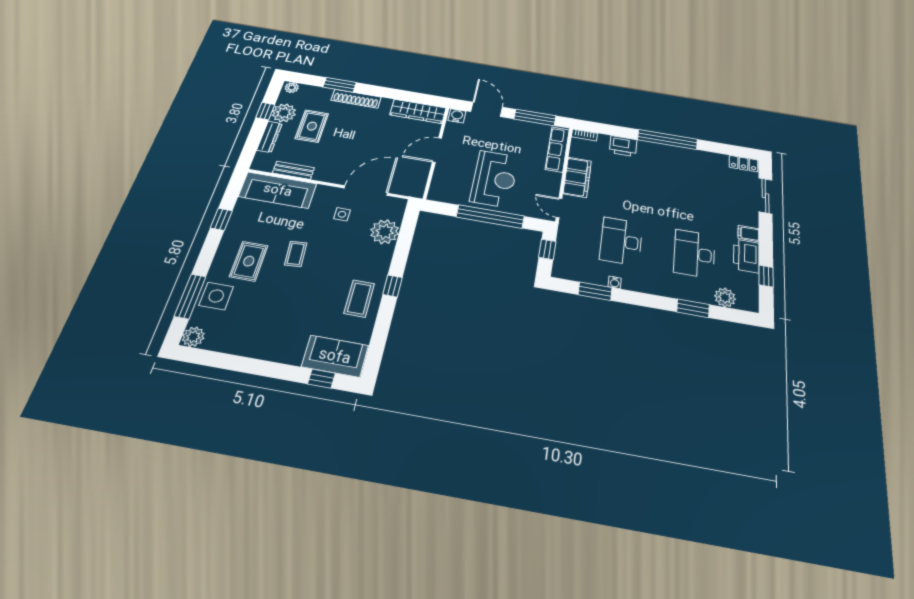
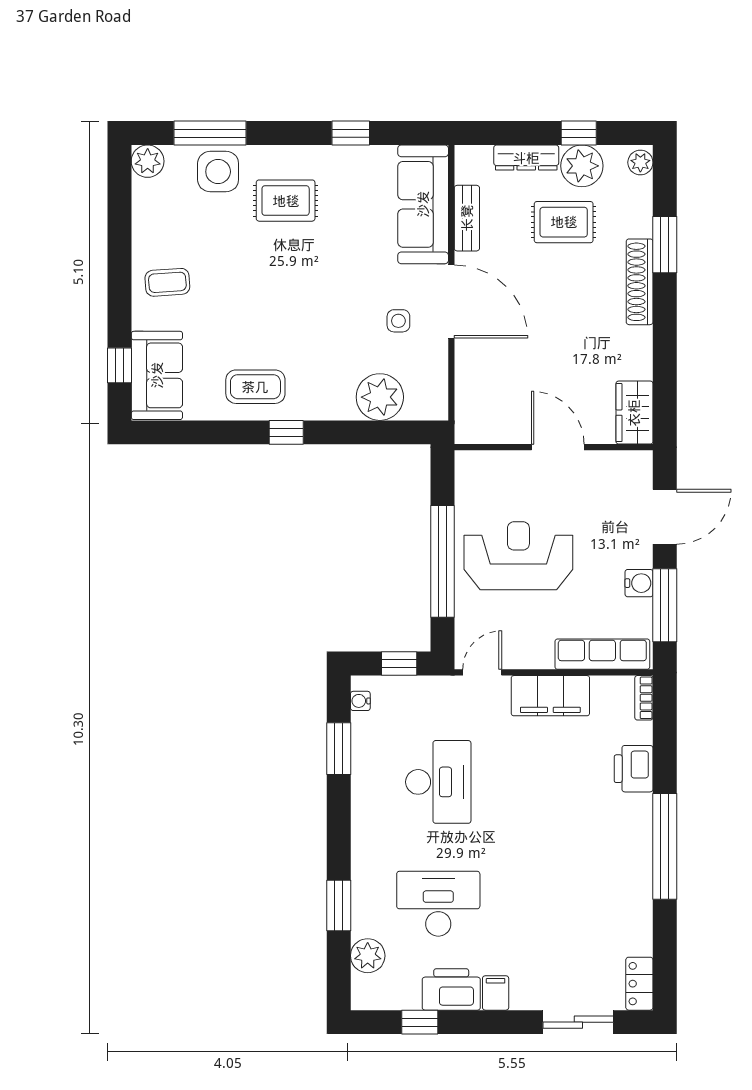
wardrobe: (418, 111) -> (634, 413), width x0.67
water cooler: (457, 116) -> (639, 583), moved
reception desk: (494, 179) -> (518, 556), turned 180
door: (366, 191) -> (451, 302), moved
desk: (621, 241) -> (438, 782), turned 90
coffee table: (296, 254) -> (167, 282), moved
water cooler: (615, 282) -> (360, 701), moved

